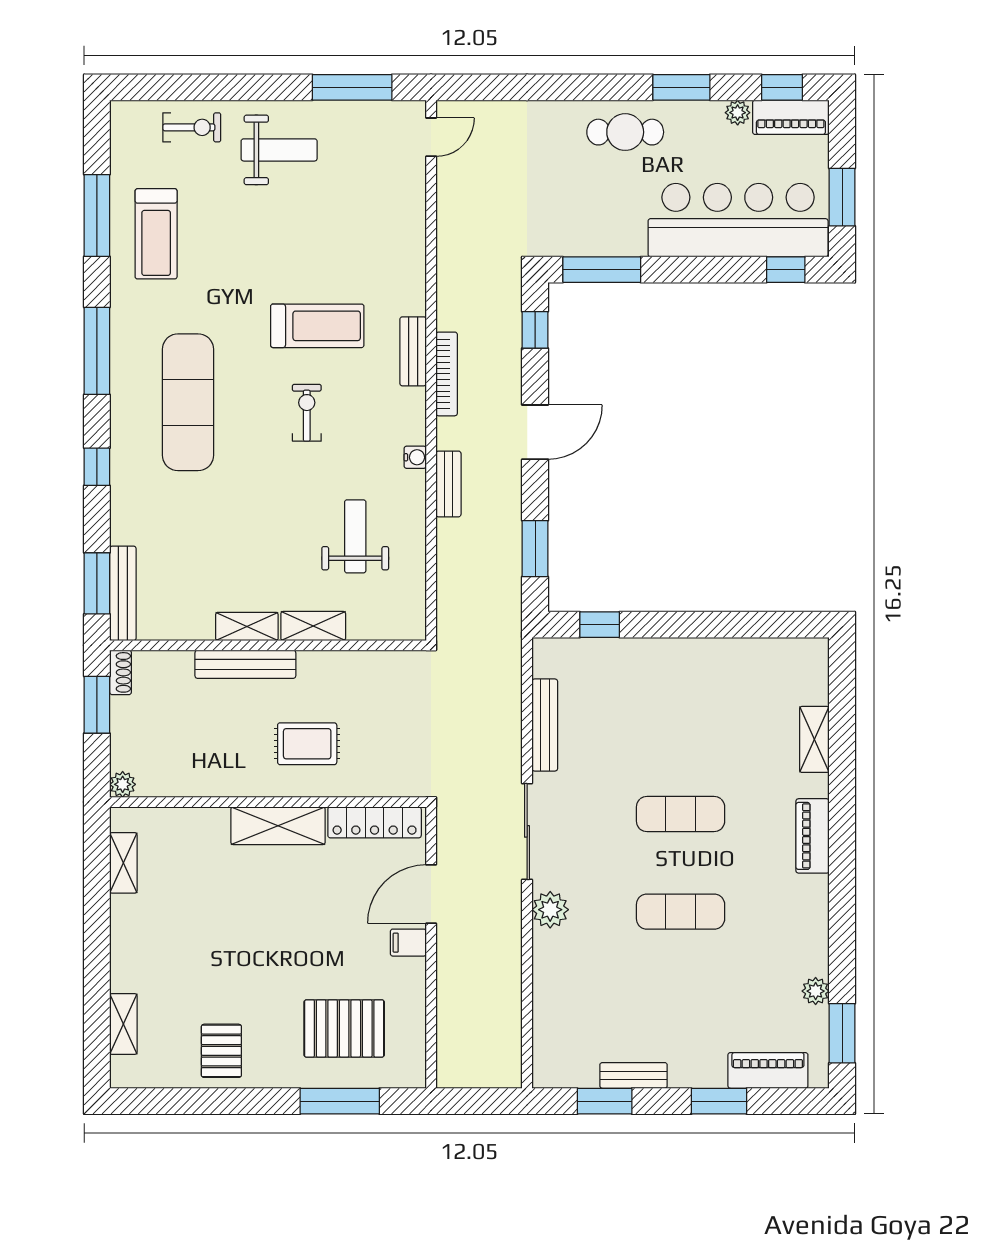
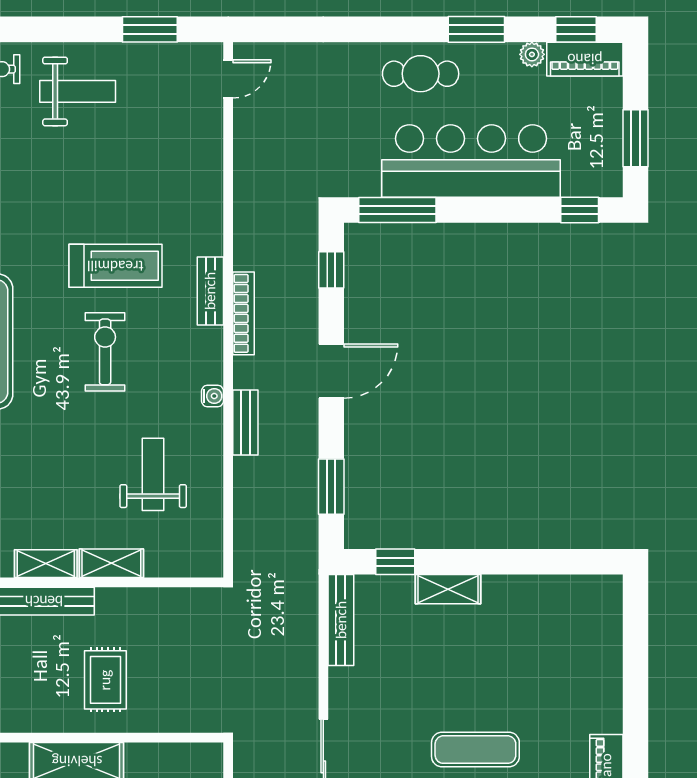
window: (352, 87) -> (150, 29), width x0.69
bar counter: (738, 220) -> (471, 161), moved
exercise bike: (307, 413) -> (105, 352), width x1.38, depth x1.39
bench: (545, 725) -> (341, 620), moved
shelving: (814, 739) -> (448, 589), moved, turned 90
rug: (307, 744) -> (105, 680), turned 90
locker: (375, 822) -> (172, 758), removed

